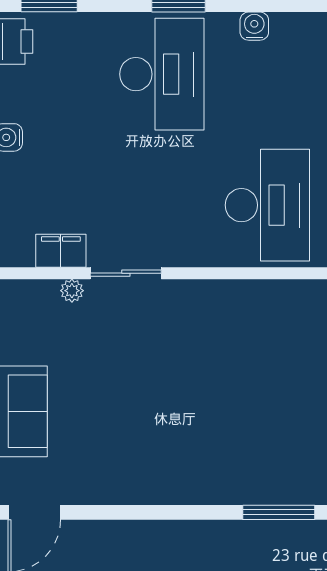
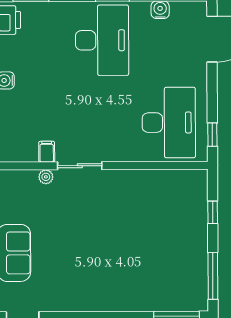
filing cabinet: (61, 251) -> (47, 152), width x0.50

